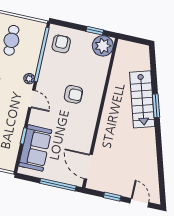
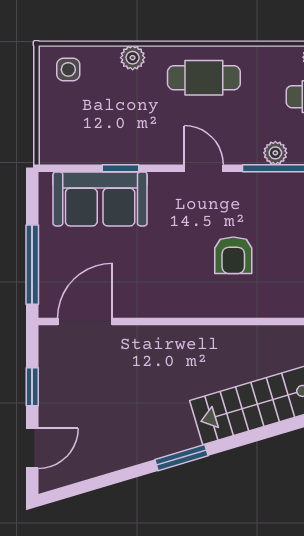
plant: (29, 79) -> (275, 153), moved
door: (32, 99) -> (204, 168), swing flipped
window: (156, 106) -> (181, 458), moved

